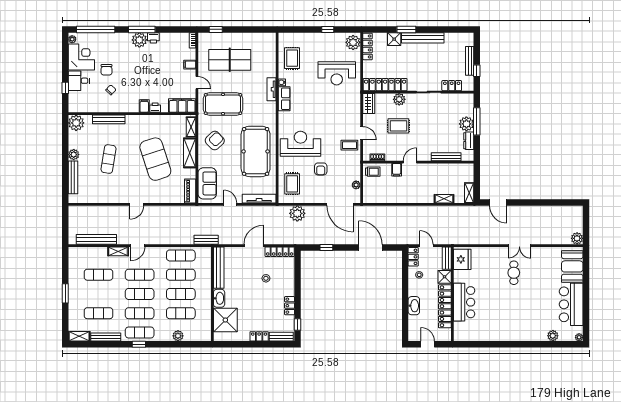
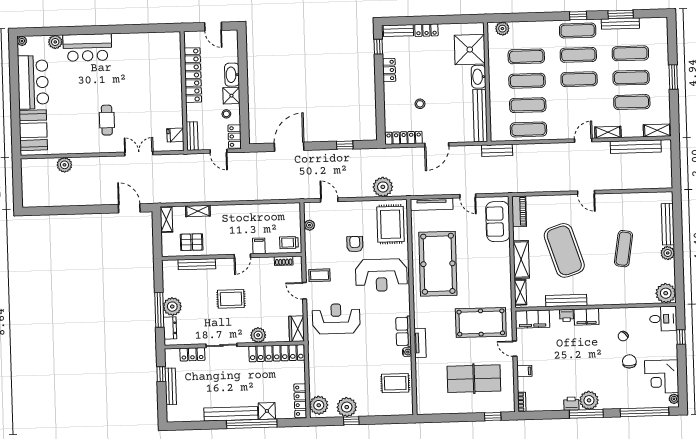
window: (406, 29) -> (252, 424), width x2.11
plant: (331, 40) -> (347, 407), added
rug: (292, 58) -> (395, 383), turned 90
reception desk: (337, 73) -> (336, 319), moved
desk: (79, 81) -> (663, 319), moved
filing cabinet: (144, 106) -> (586, 317), width x2.00
bench: (109, 119) -> (566, 300), moved
rug: (398, 126) -> (231, 299), moved
armchair: (215, 141) -> (490, 276), removed
dresser: (469, 141) -> (170, 328), moved
pallet: (450, 174) -> (192, 242), added
rug: (292, 184) -> (390, 224), width x1.36, depth x1.43
door: (137, 204) -> (586, 192), swing flipped
door: (340, 204) -> (329, 200), width x0.53
plant: (577, 238) -> (64, 165), moved
double door: (519, 246) -> (139, 154), moved
door: (370, 247) -> (289, 147), swing flipped
fridge: (462, 259) -> (175, 135), width x0.53, depth x0.75
exercise mat: (140, 275) -> (631, 78), moved
shower: (445, 277) -> (231, 96), moved
bar counter: (464, 302) -> (87, 47), moved, turned -90
shelving: (79, 336) -> (657, 130), moved
plant: (178, 336) -> (502, 29), moved
window: (105, 344) -> (621, 14), added

